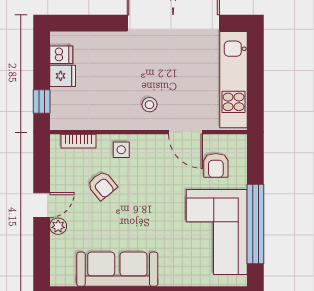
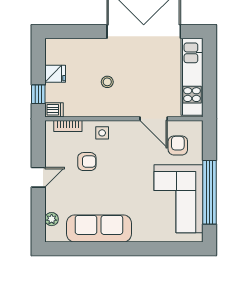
dishwasher: (61, 55) -> (54, 110), moved
stool: (149, 105) -> (107, 82), moved
armchair: (216, 165) -> (178, 145), turned 180
armchair: (102, 186) -> (87, 162), turned -51
plant: (58, 226) -> (52, 219), moved

